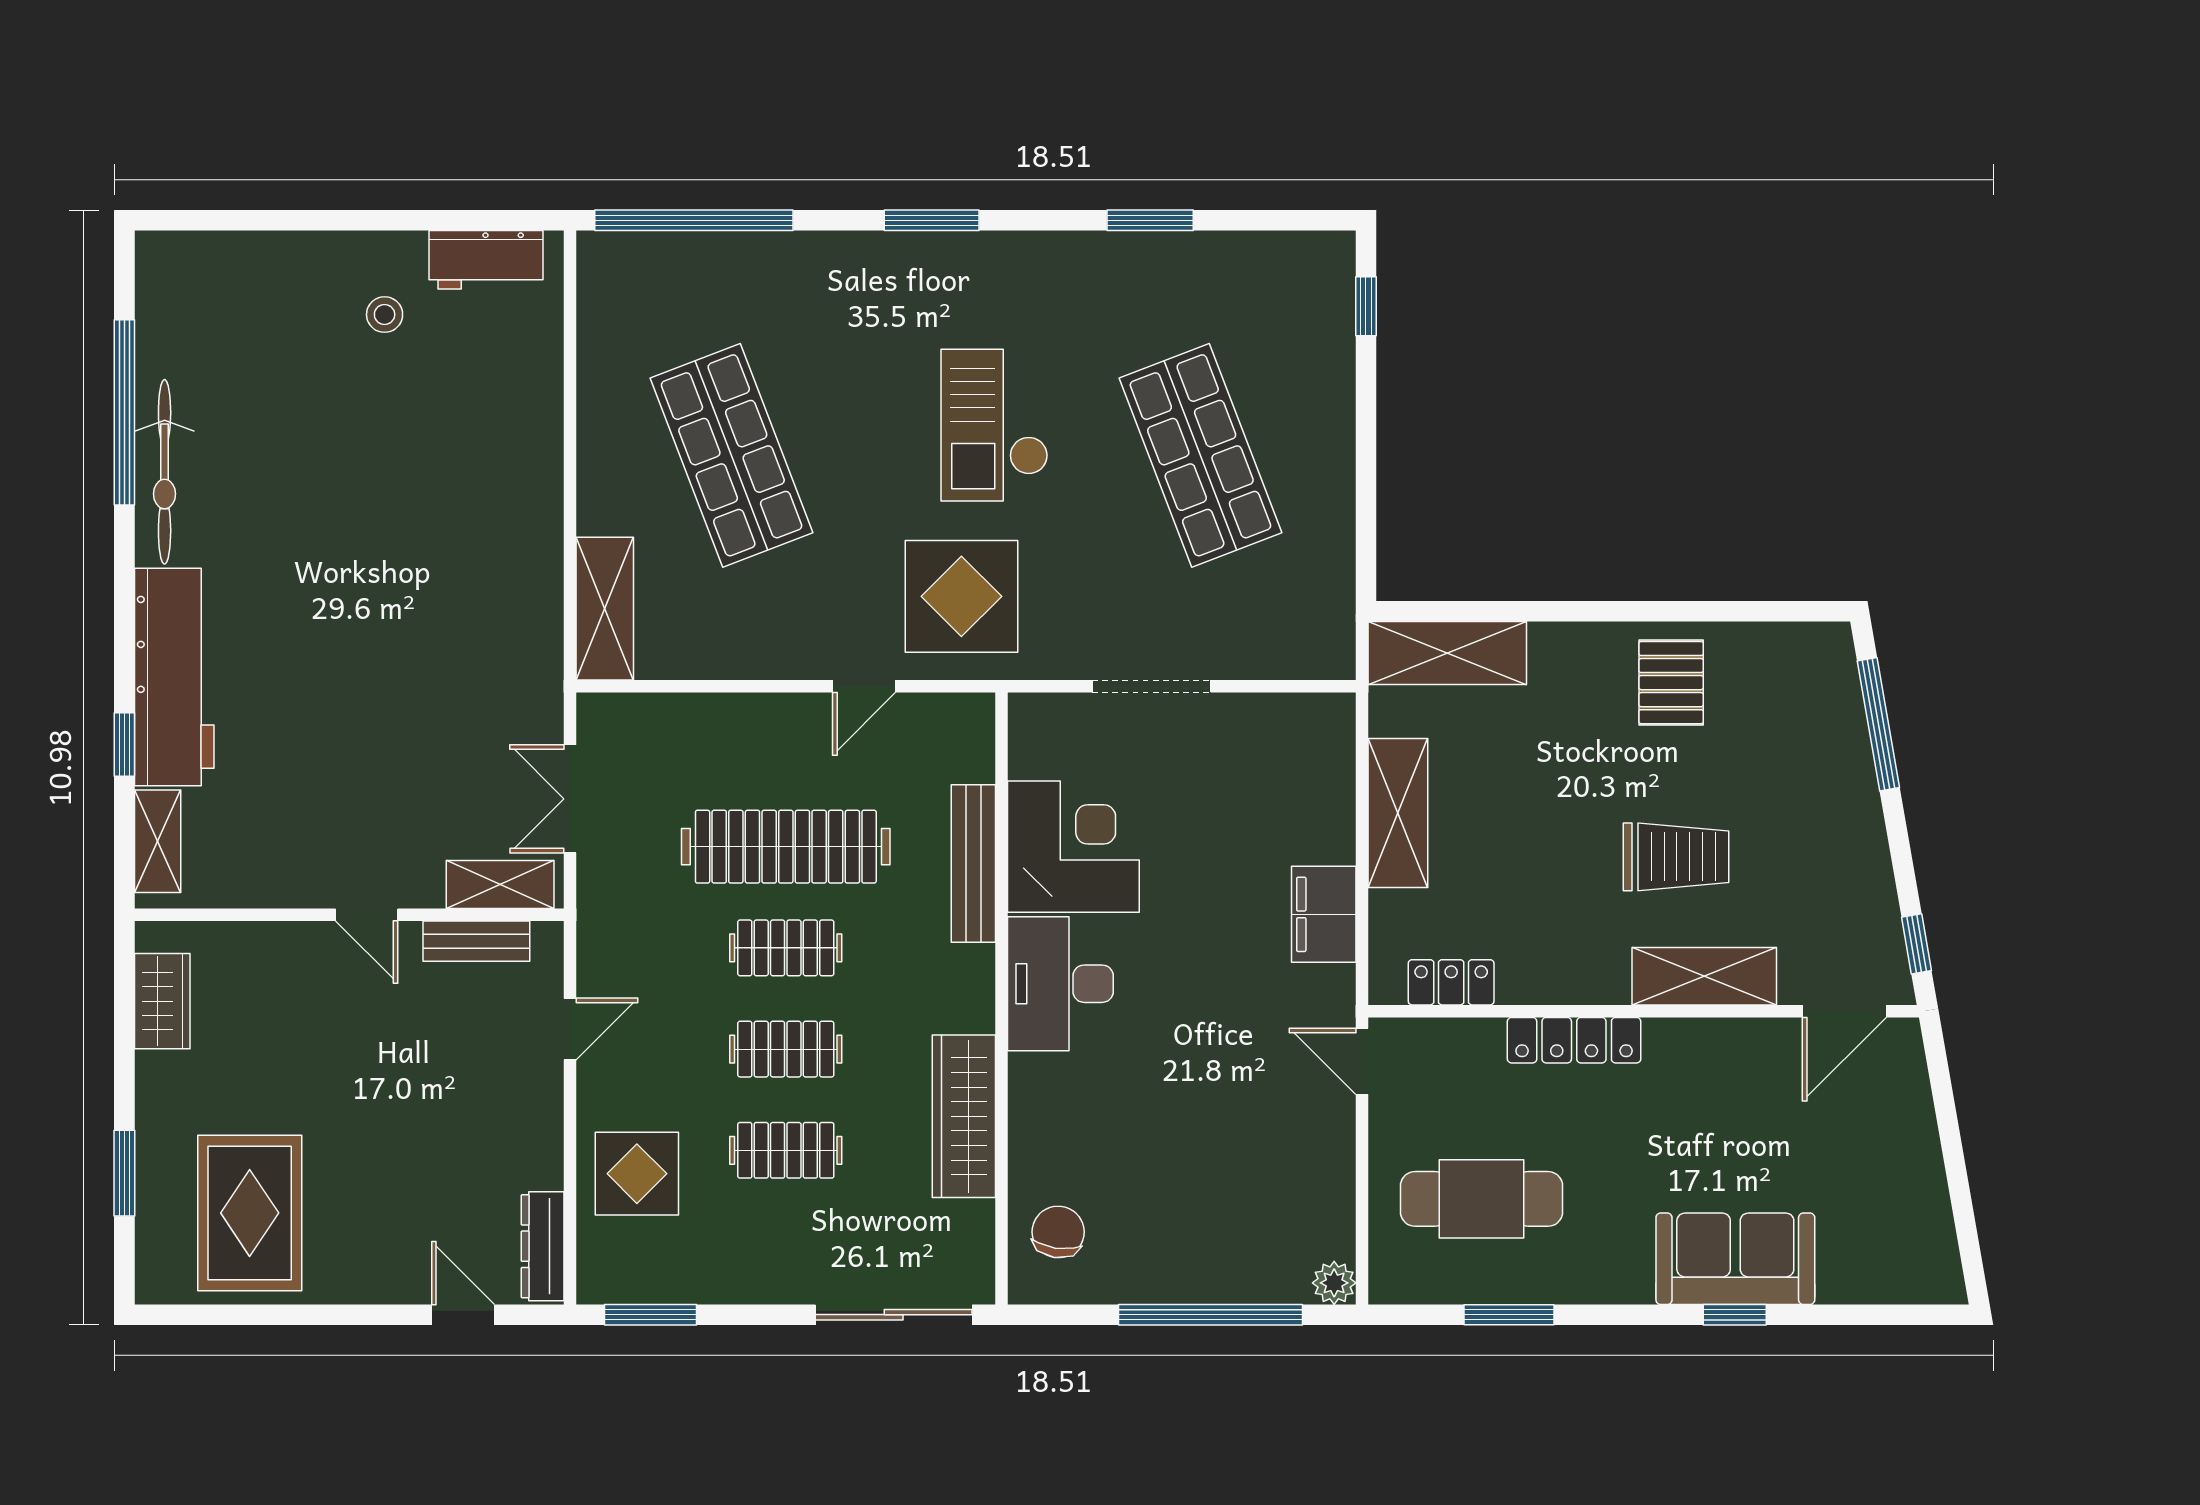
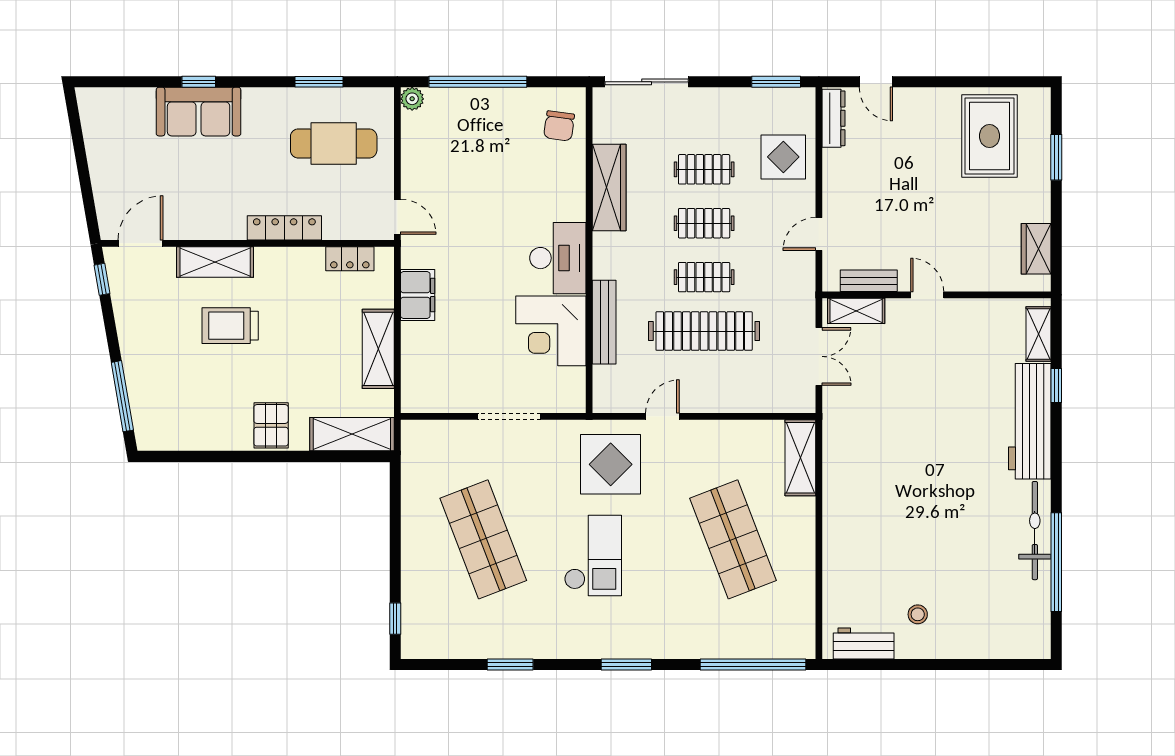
pallet: (1671, 683) -> (271, 425), moved

